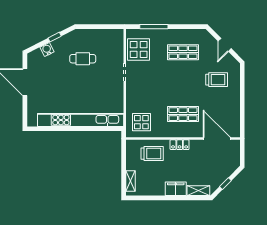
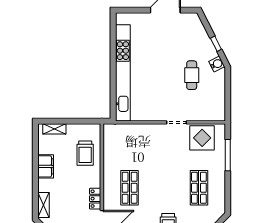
water cooler: (47, 50) -> (217, 64), moved
display table: (141, 122) -> (120, 141), removed
locker: (180, 145) -> (95, 199), moved
filing cabinet: (176, 189) -> (46, 166), moved

